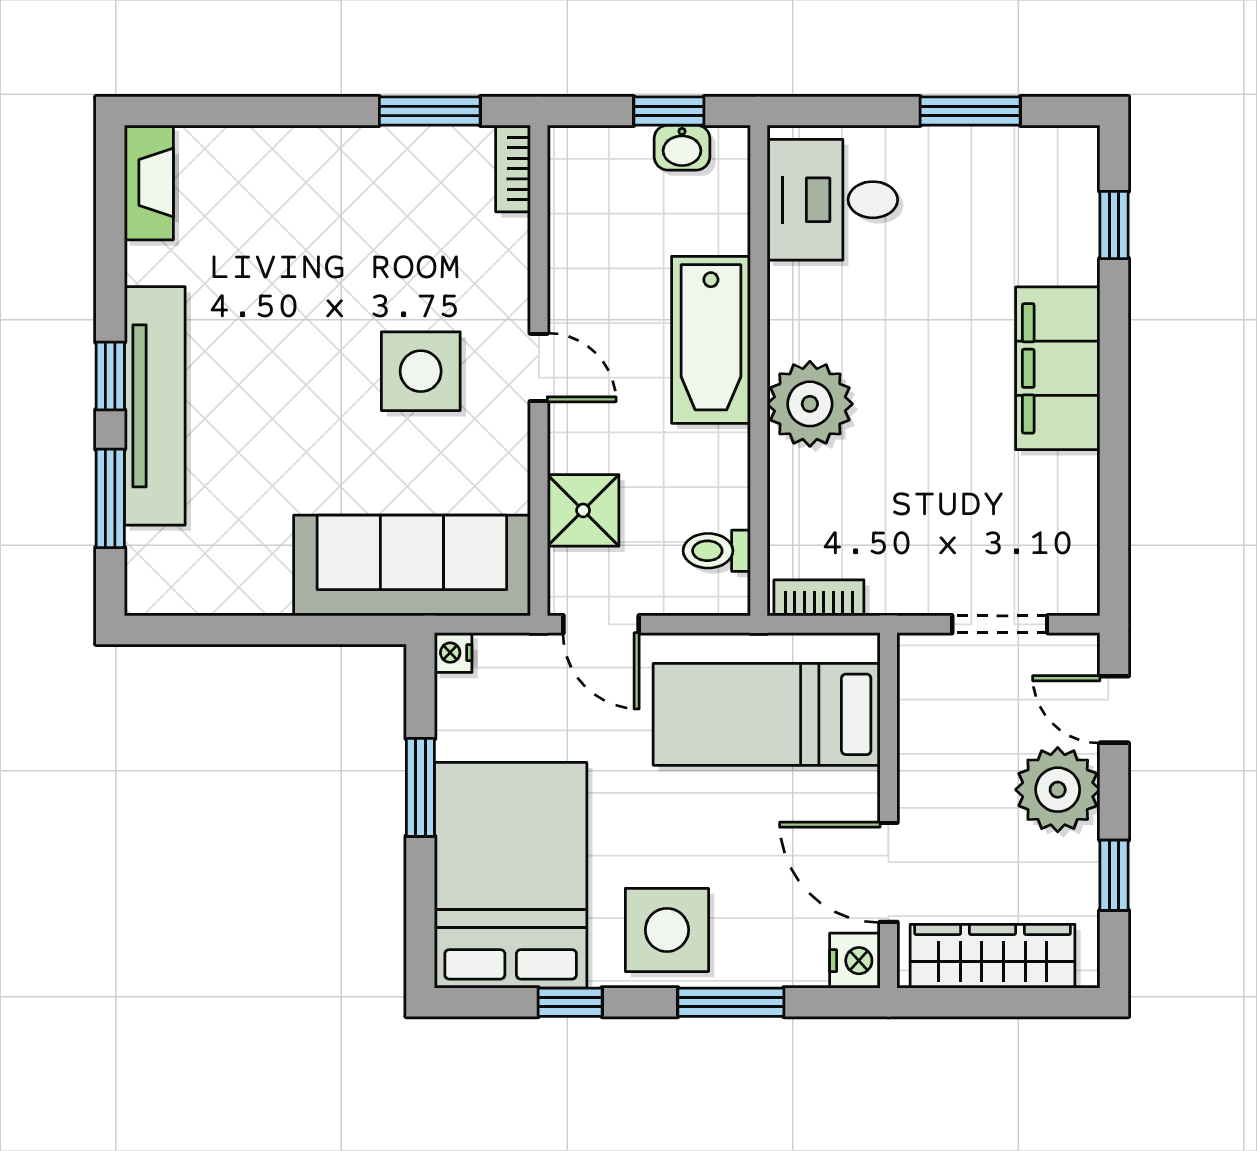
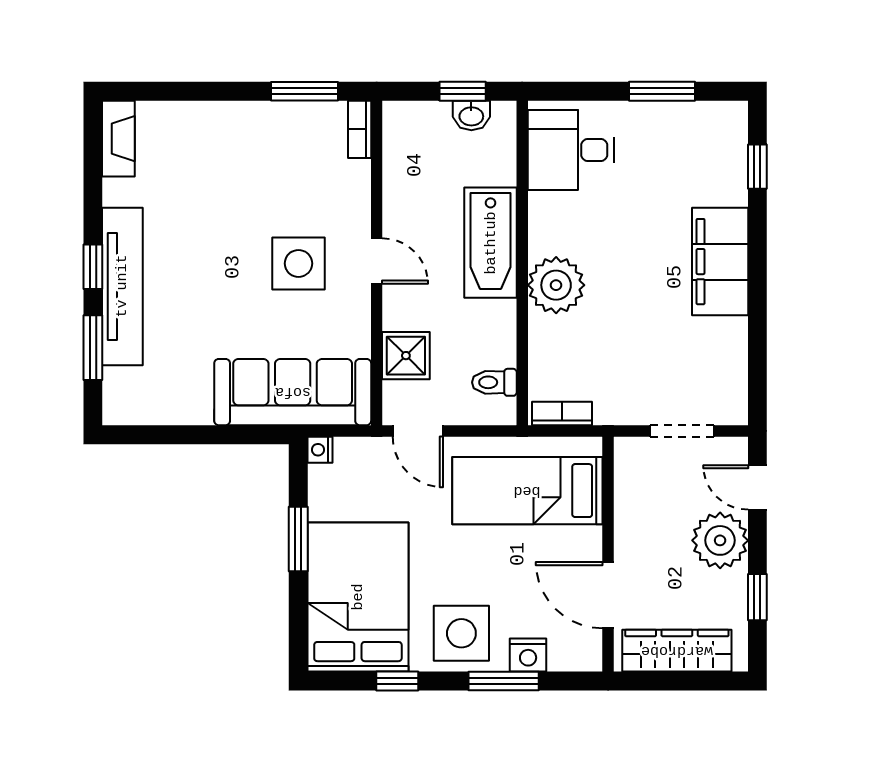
nightstand: (855, 961) -> (528, 655), moved, turned 90

